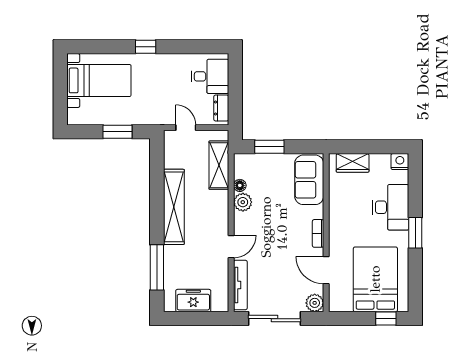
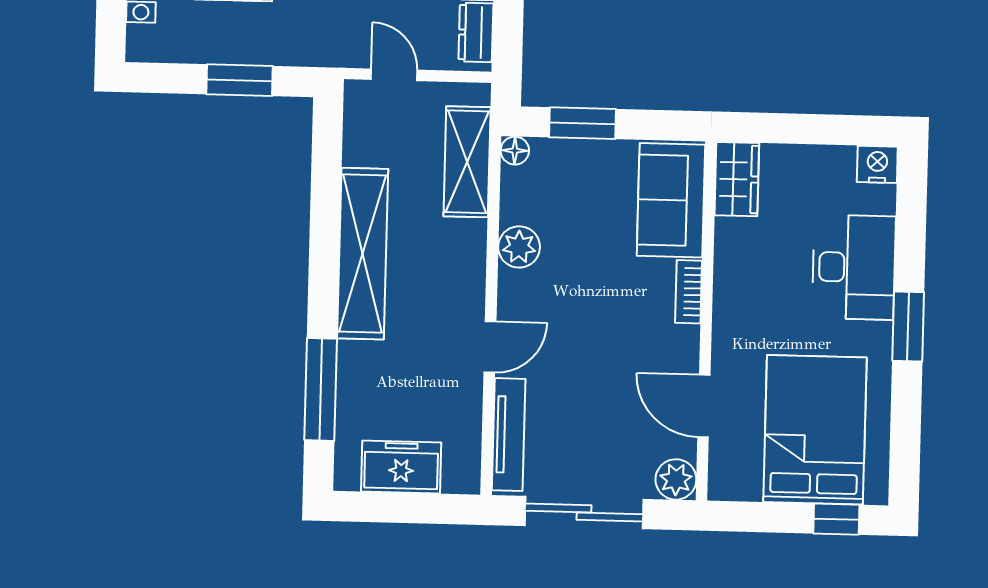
wardrobe: (353, 163) -> (737, 179), moved, turned -90
floor lamp: (240, 185) -> (515, 151), moved
bookcase: (318, 233) -> (689, 292), moved

